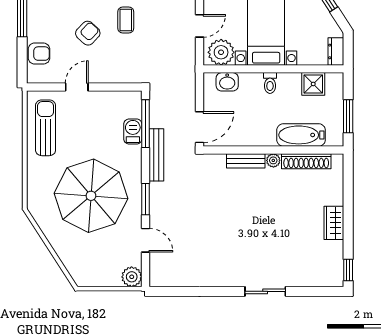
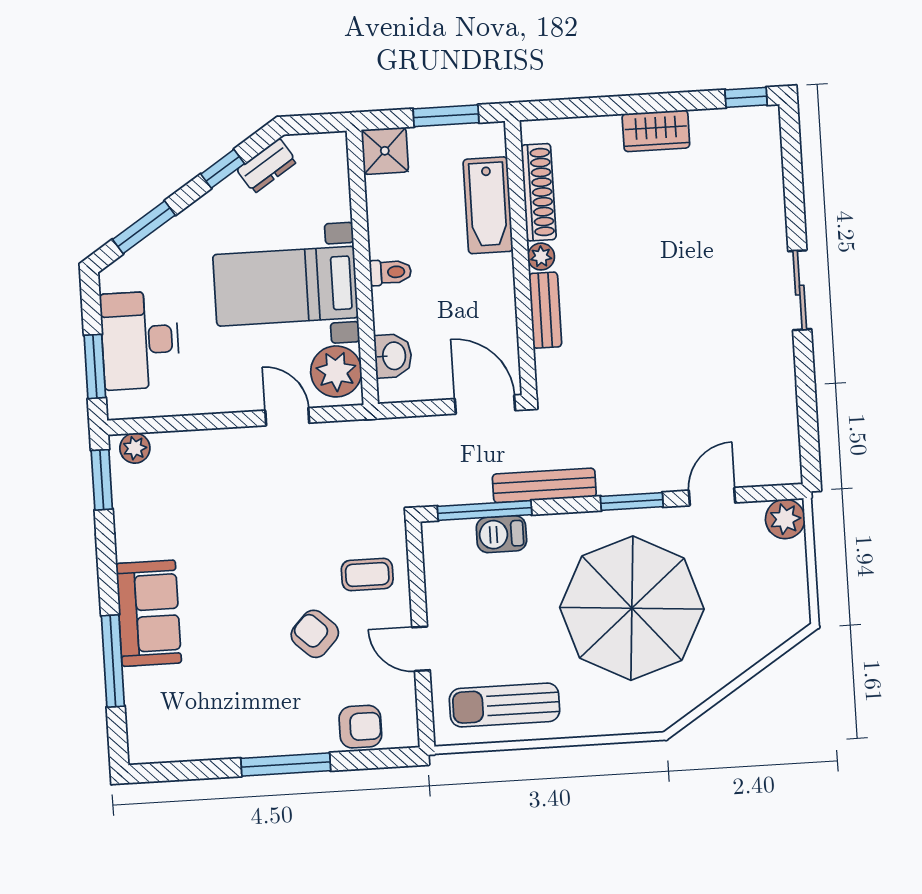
coffee table: (126, 20) -> (367, 575), moved
dresser: (336, 51) -> (267, 166), moved, turned -33
armchair: (39, 54) -> (360, 727), turned 90
shower: (313, 84) -> (385, 151), moved
sliding door: (265, 291) -> (800, 290), moved

